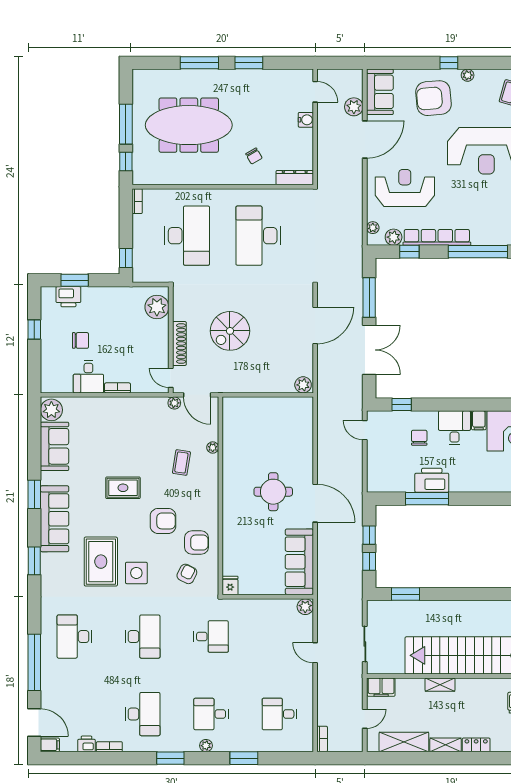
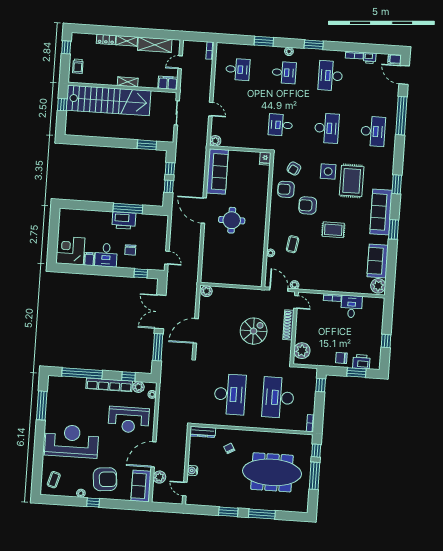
chair: (80, 340) -> (341, 358), moved
desk: (143, 637) -> (327, 128), turned 180

